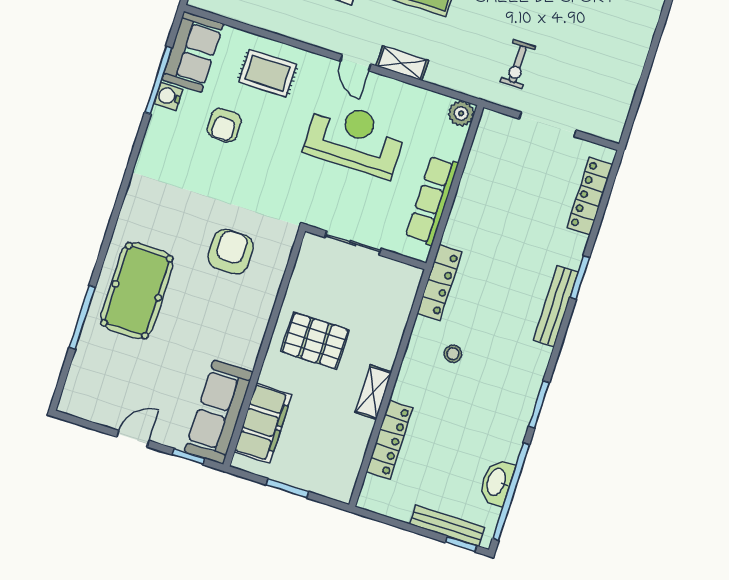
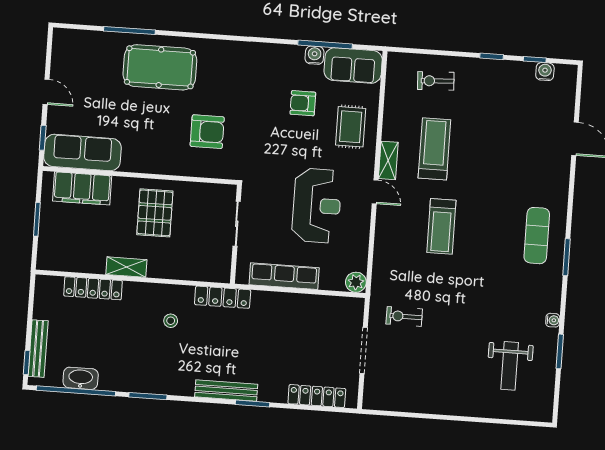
door: (355, 63) -> (375, 192), swing flipped
shelving: (402, 63) -> (388, 160), moved

